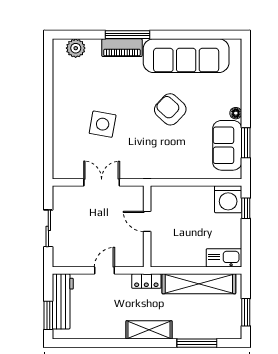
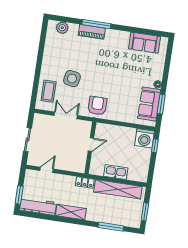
sofa: (186, 56) -> (144, 43), width x0.54, depth x0.79
armchair: (170, 109) -> (97, 106), moved, turned 47
coffee table: (69, 149) -> (49, 91), added
door: (147, 221) -> (91, 145), swing flipped
kitchen sink: (224, 258) -> (116, 172), moved
door: (105, 270) -> (47, 170), moved
workbench: (63, 301) -> (38, 206), moved, turned -90
shelving: (149, 330) -> (71, 212), moved

